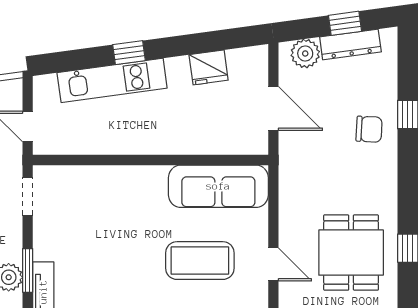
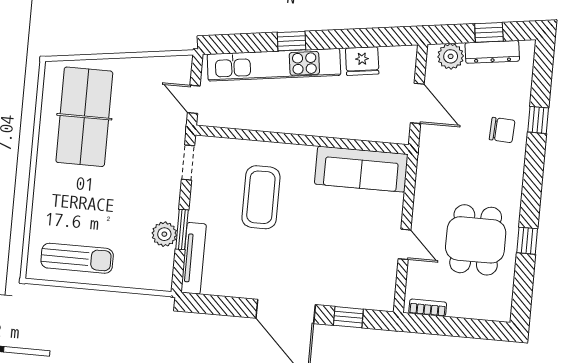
kitchen unit: (112, 80) -> (274, 65), width x1.36
coffee table: (200, 261) -> (261, 197), moved, turned 90

